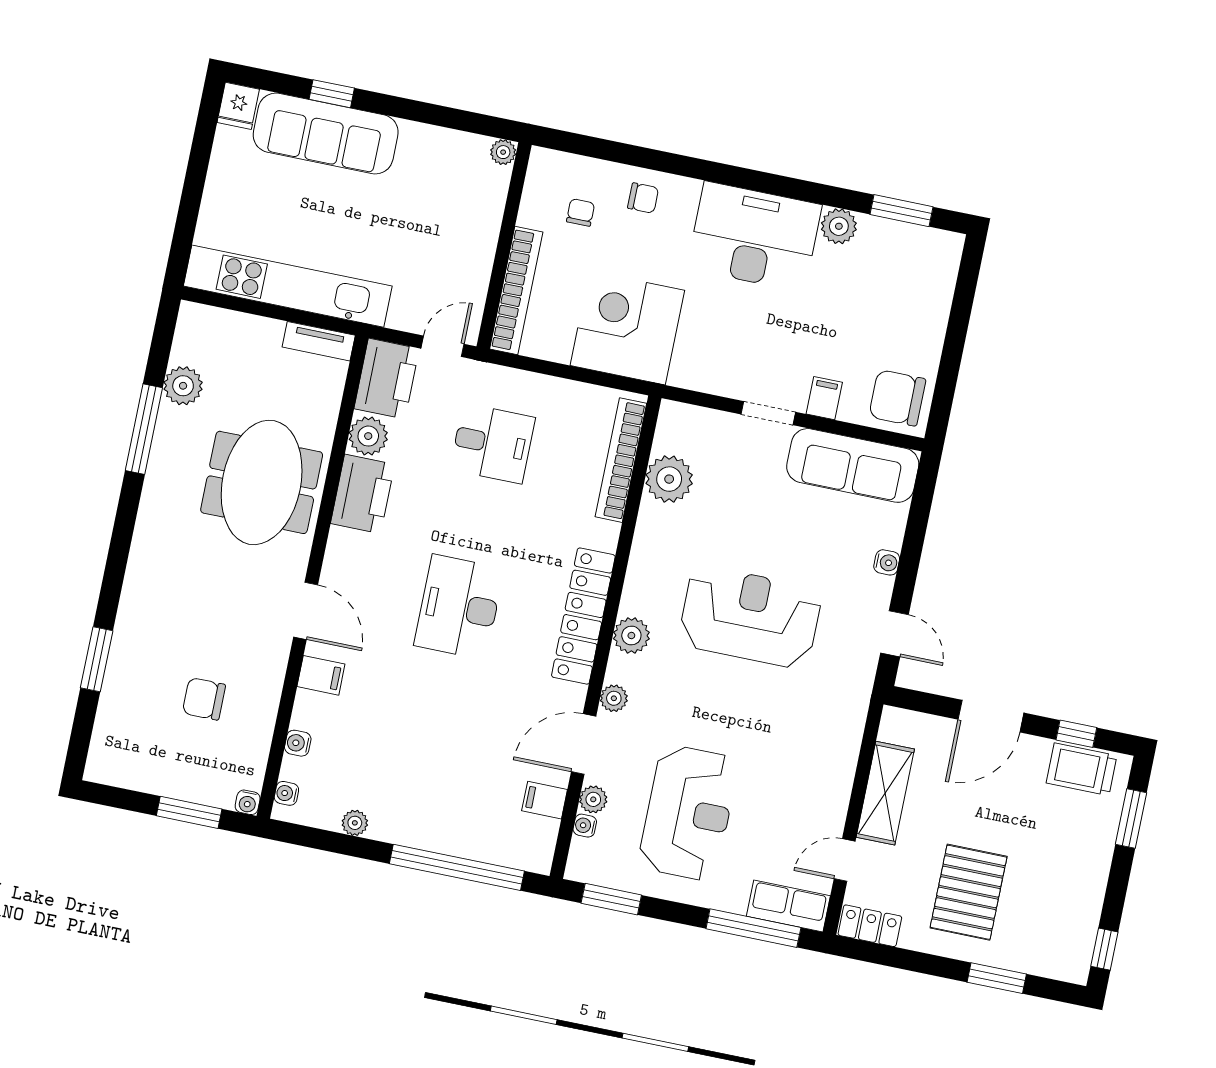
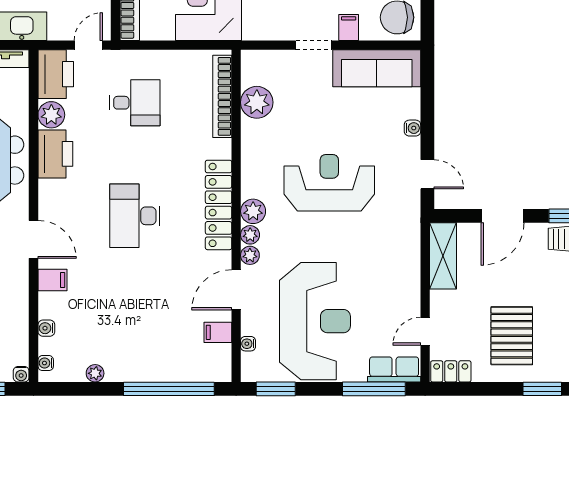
shelving: (885, 793) -> (443, 256), moved
plant: (593, 799) -> (250, 235), moved
reception desk: (688, 813) -> (315, 321), width x1.36, depth x1.30

